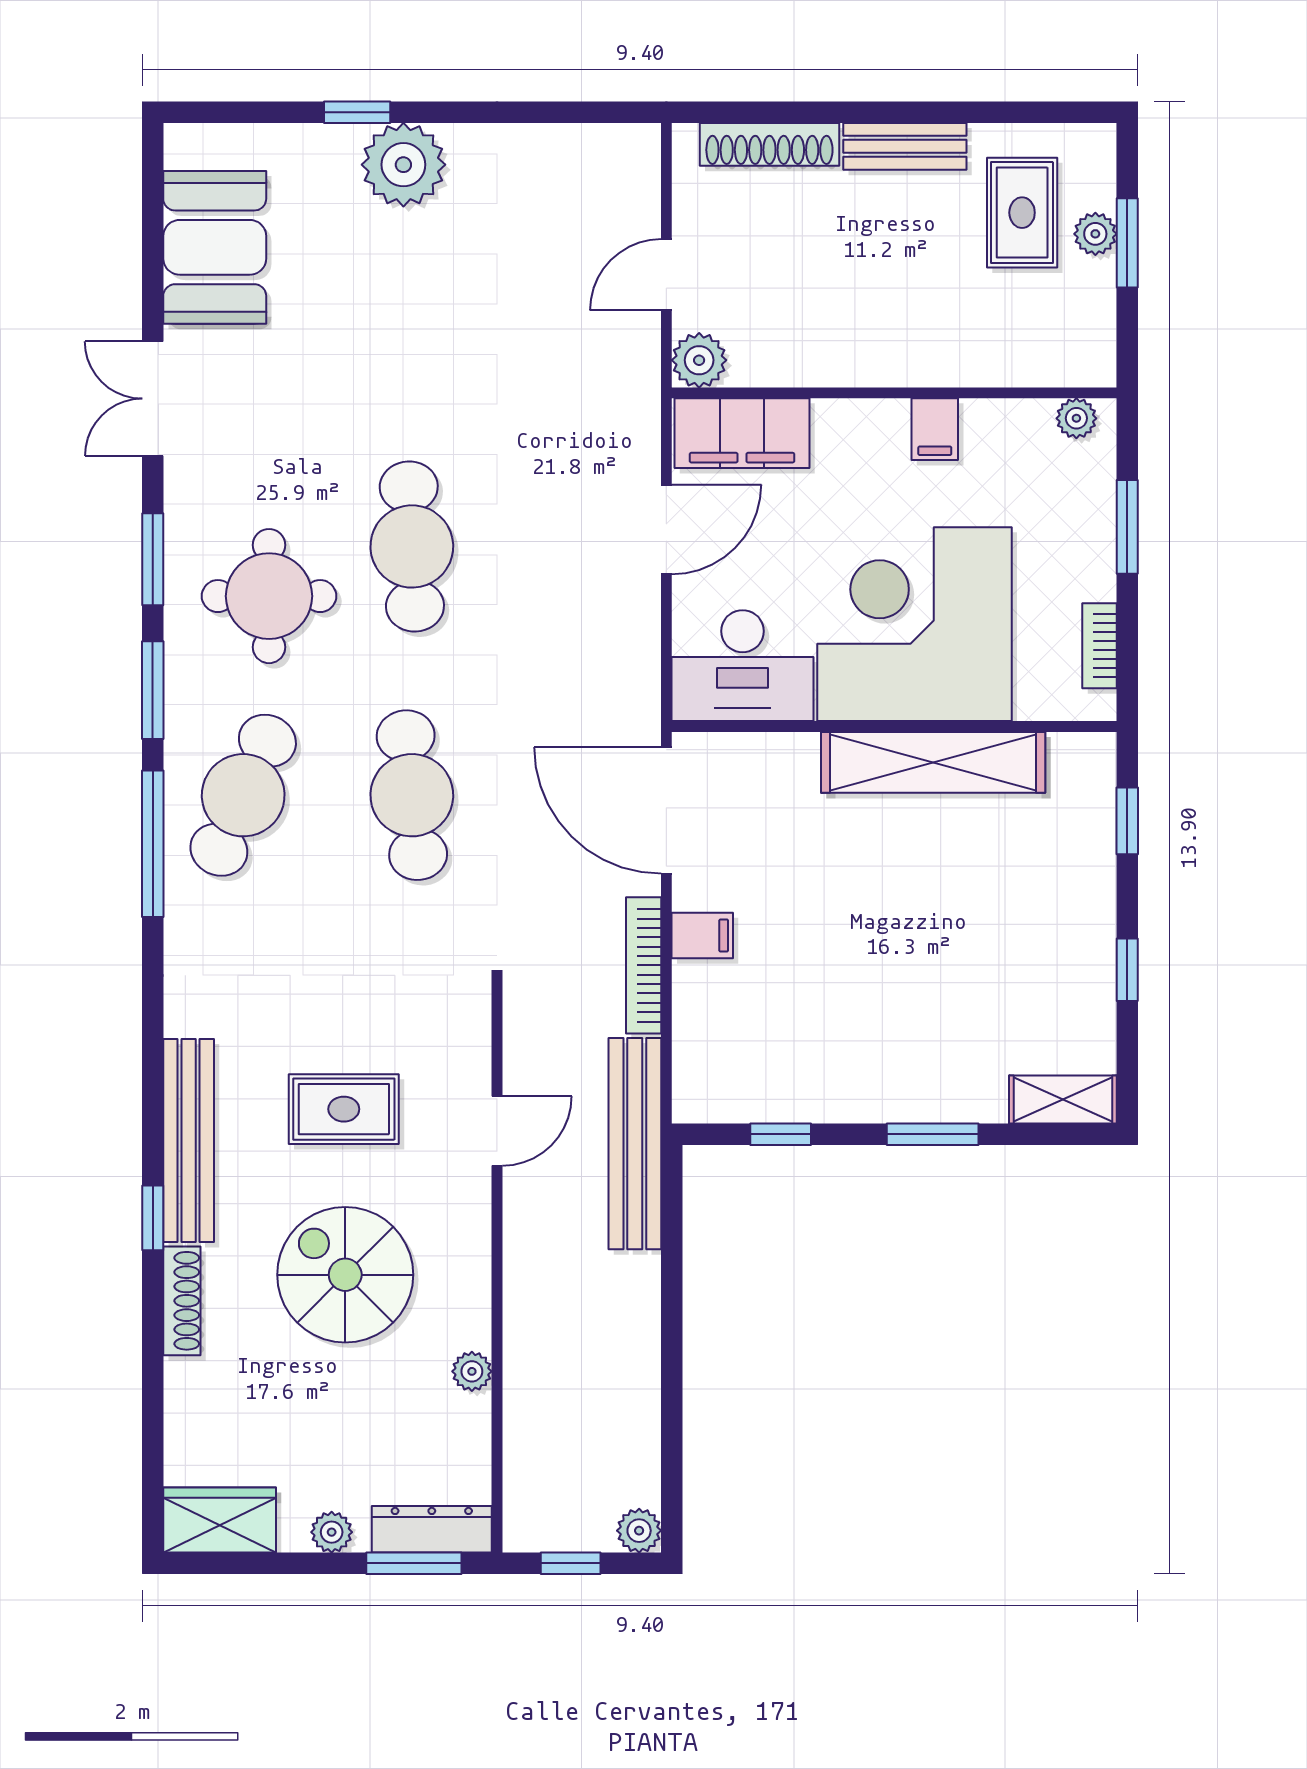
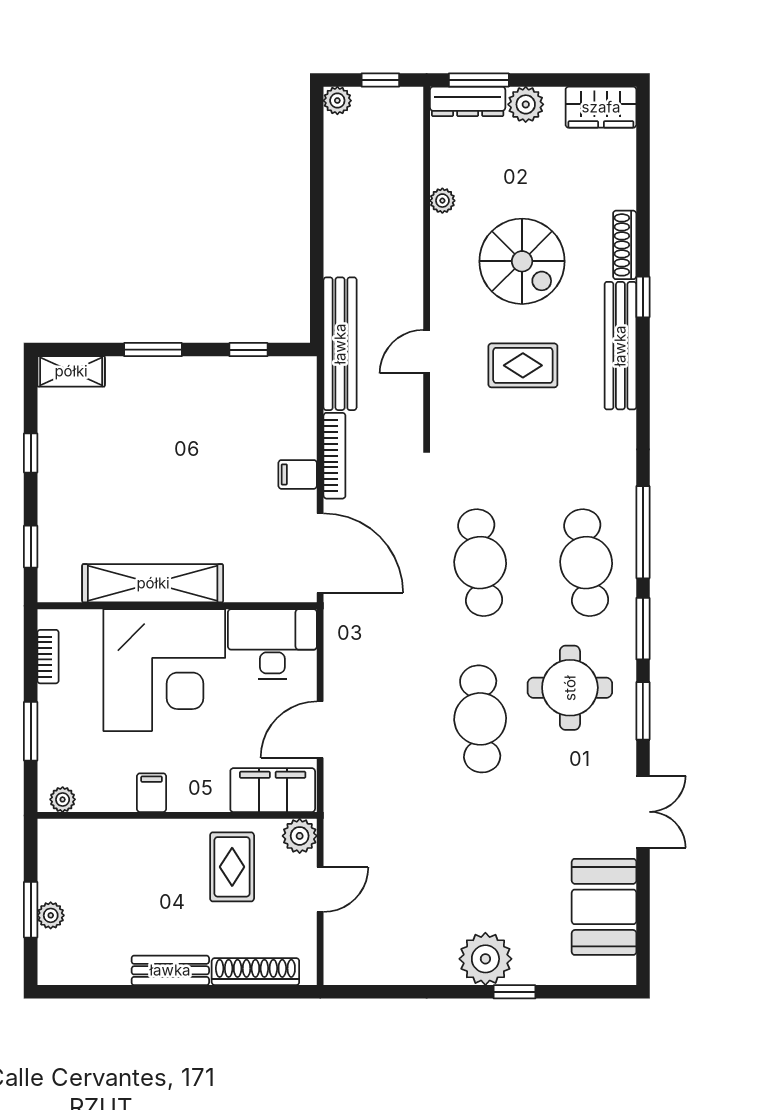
rug: (1022, 213) -> (232, 867), moved
cafe table: (243, 795) -> (586, 563), turned -30
plant: (332, 1532) -> (526, 104), width x1.38, depth x1.38

